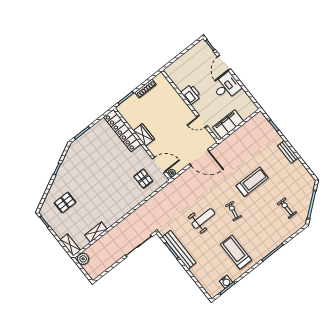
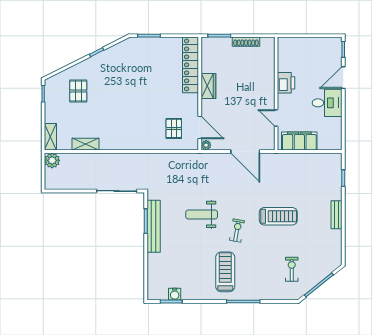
pallet: (65, 202) -> (78, 91), turned 90
weight bench: (203, 219) -> (202, 214), turned 180
treadmill: (236, 252) -> (225, 272), moved

